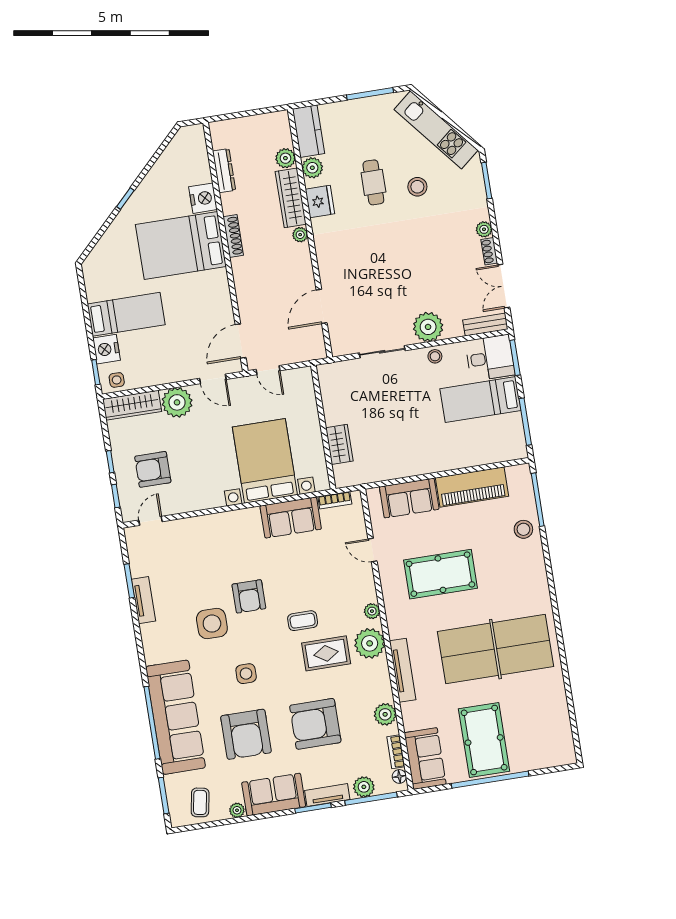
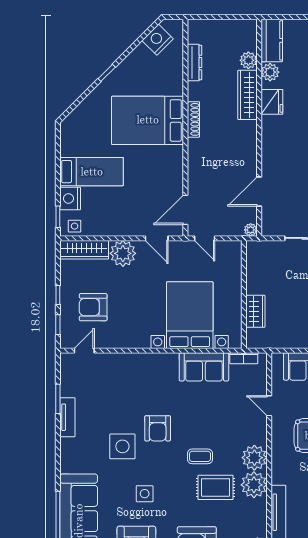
nightstand: (203, 198) -> (158, 40), moved, turned -135
plant: (300, 235) -> (251, 230), moved
plant: (372, 611) -> (254, 458), width x1.87, depth x1.87

